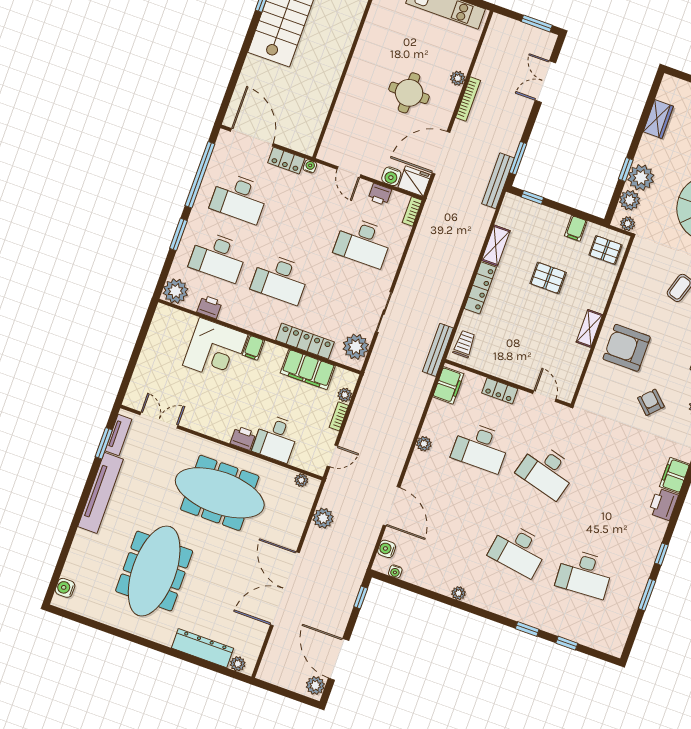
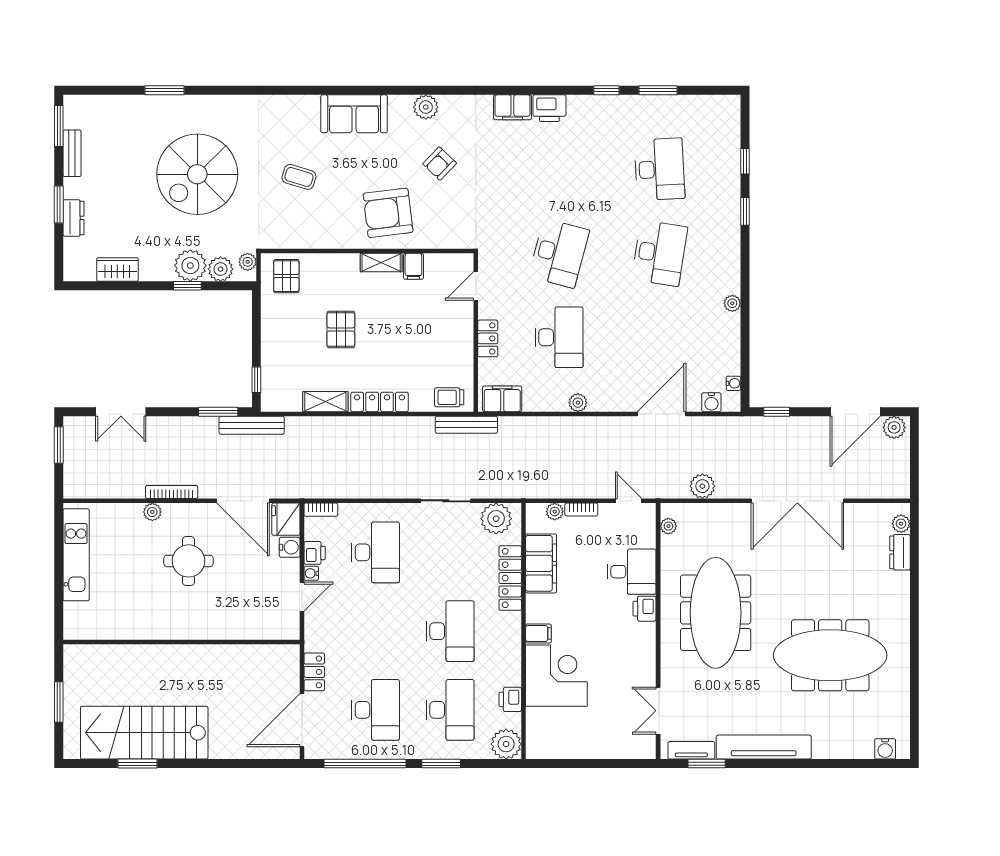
water cooler: (310, 166) -> (311, 573), moved
filing cabinet: (576, 228) -> (413, 266), moved, turned 90
armchair: (627, 348) -> (388, 213), turned 83
dresser: (203, 648) -> (900, 552), width x0.51, depth x0.80

